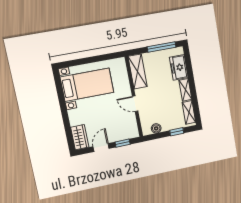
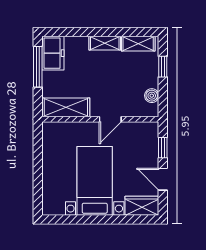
freezer: (179, 67) -> (53, 53), moved, turned -90
bed with nightstands: (87, 85) -> (95, 181), moved

